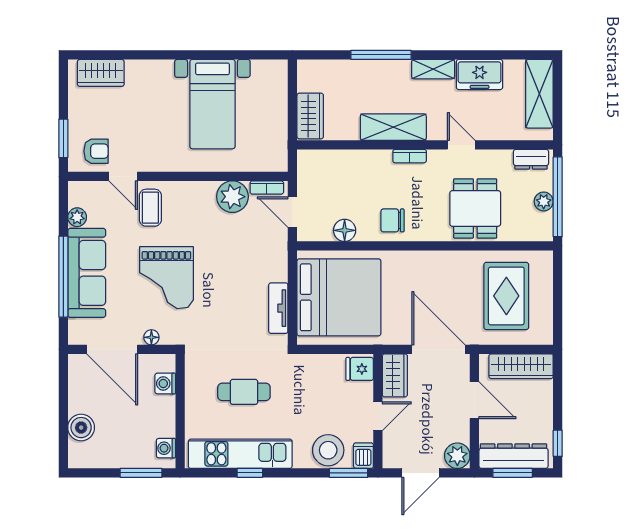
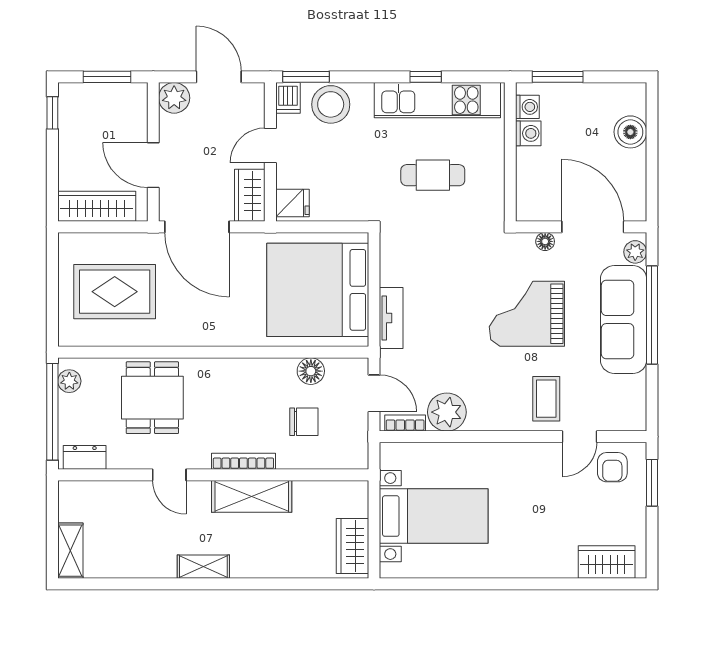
window: (381, 55) -> (267, 584), removed
freezer: (480, 75) -> (147, 560), removed
shelving: (539, 94) -> (70, 551), width x0.67, depth x0.75
bed with nightstands: (212, 104) -> (434, 516), moved, turned 90
wardrobe: (310, 116) -> (352, 546), moved
armchair: (96, 151) -> (612, 467), turned -90
bookcase: (410, 156) -> (243, 461), width x1.56
door: (123, 176) -> (579, 437), swing flipped
plant: (544, 201) -> (69, 381), moved
plant: (77, 217) -> (635, 252), moved
chair: (393, 220) -> (304, 422), moved
grand piano: (166, 278) -> (527, 314), turned -90
rug: (506, 296) -> (115, 292), turned 90
tv unit: (278, 308) -> (391, 318), moved
washing machine: (165, 383) -> (528, 133), moved
dresser: (514, 456) -> (106, 97), removed
door: (420, 473) -> (219, 77), hinge flipped

